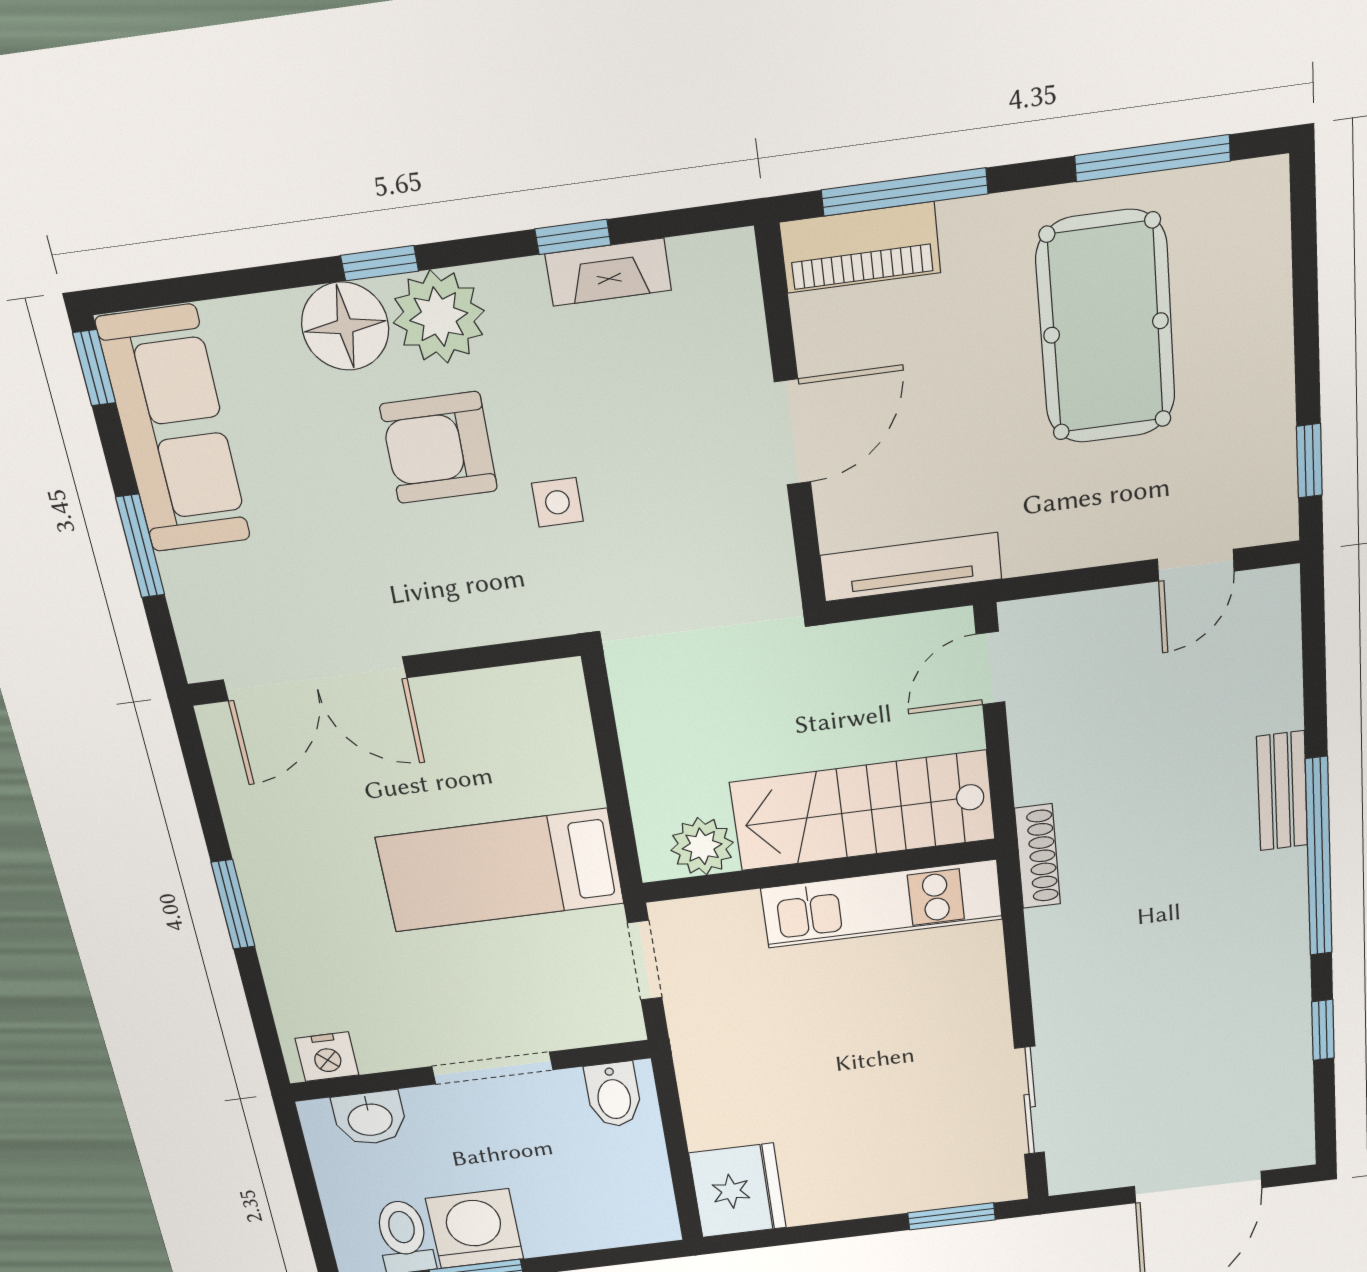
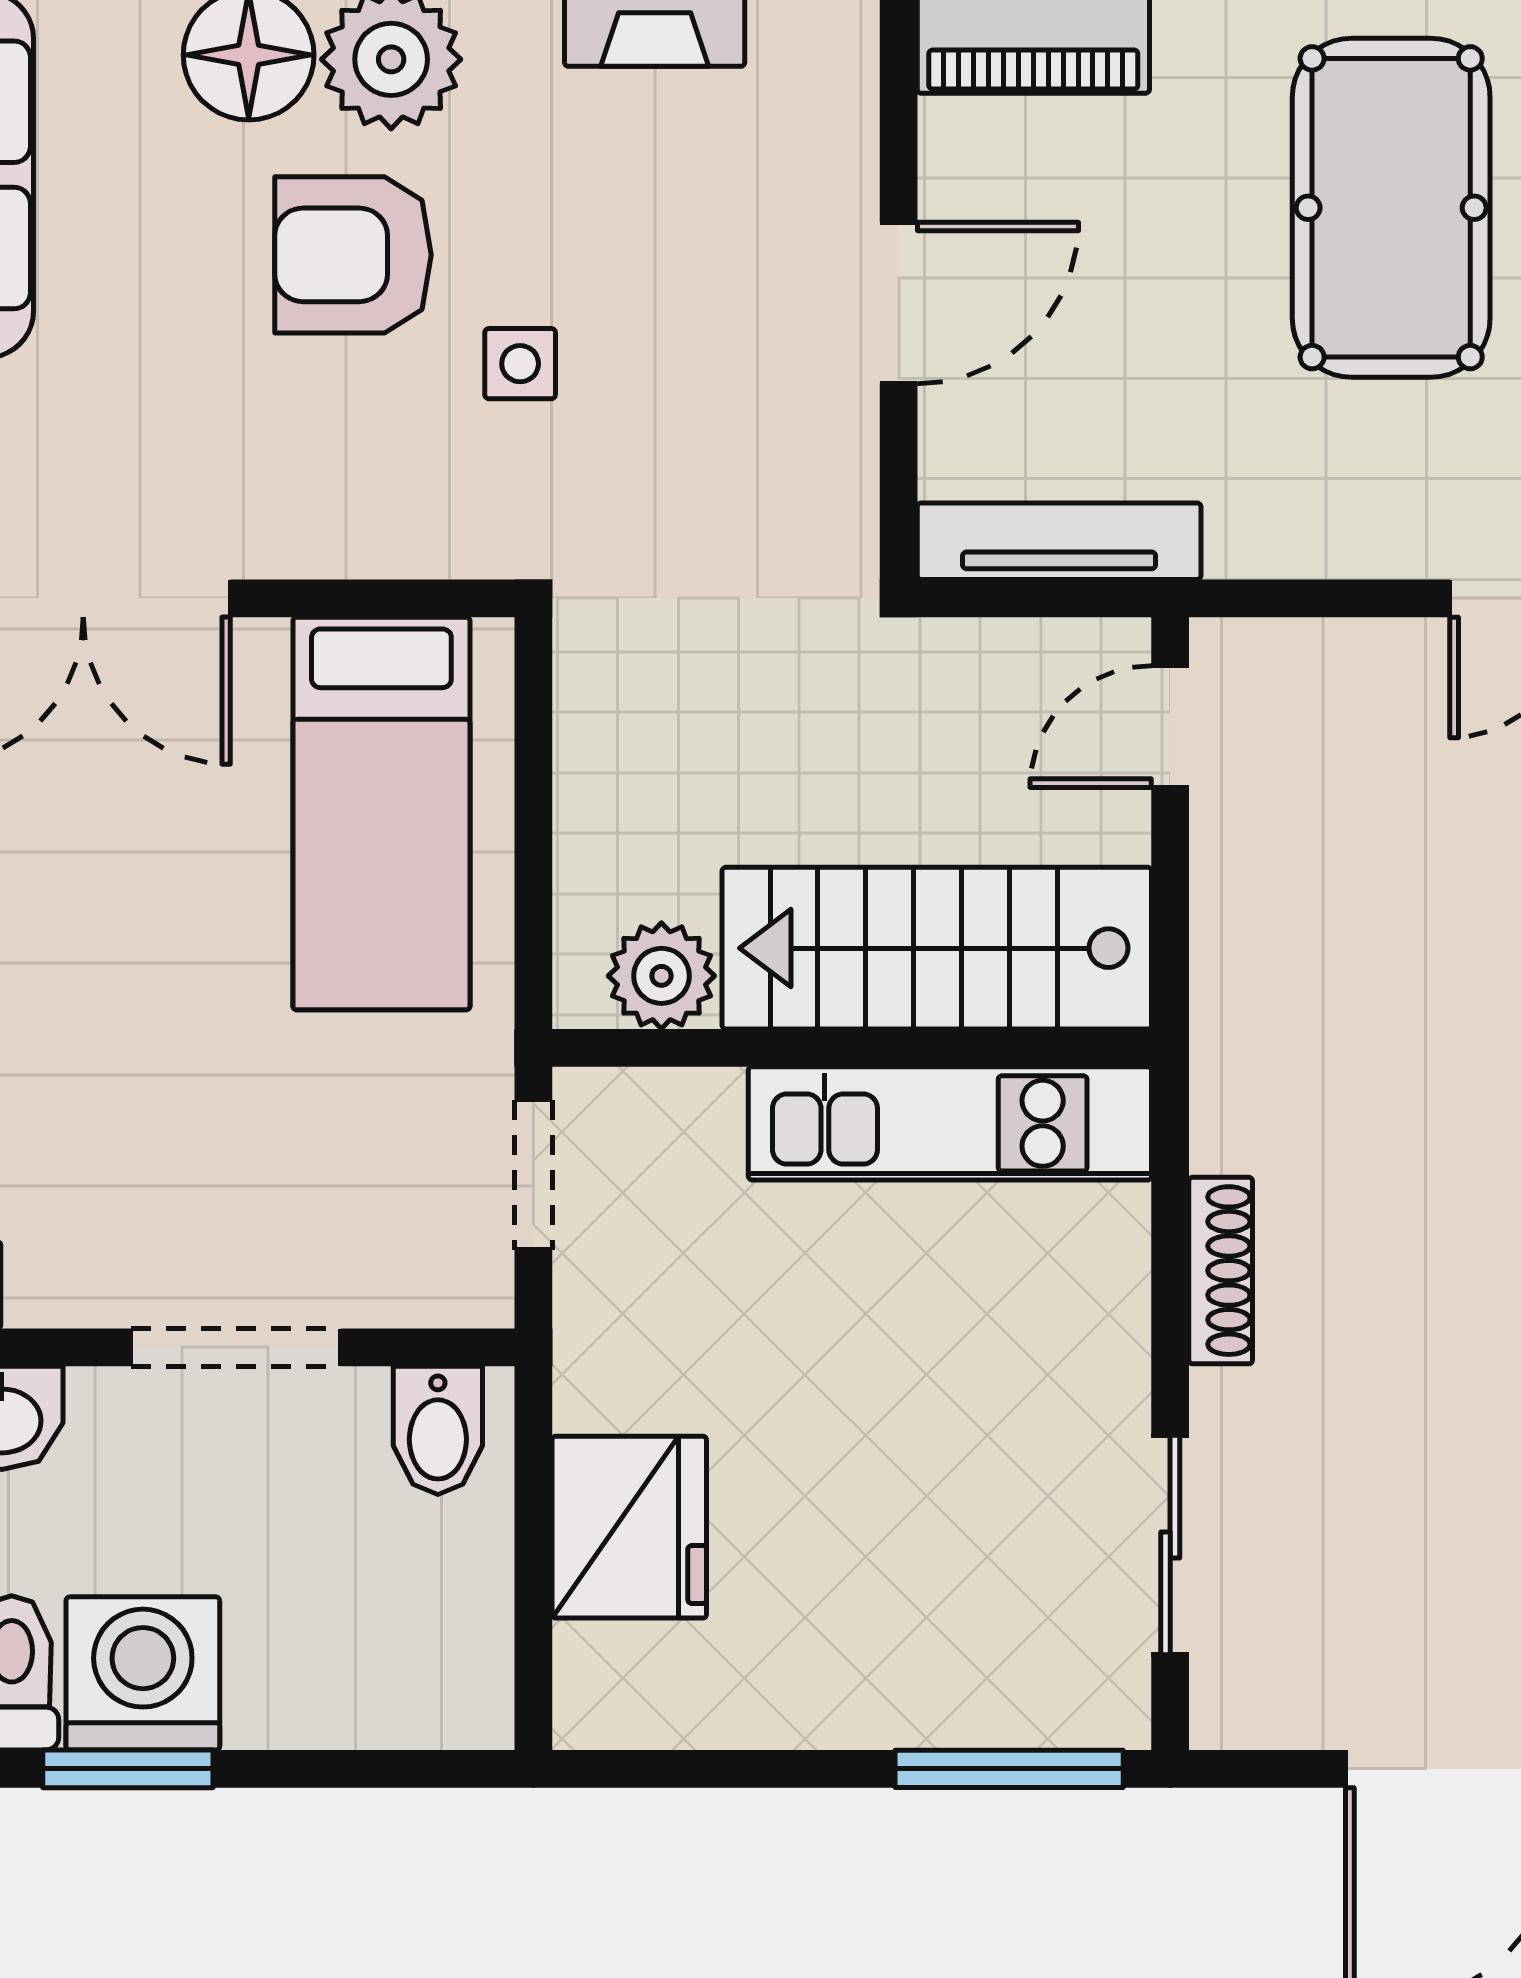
shoe rack: (1038, 856) -> (1221, 1271), moved
bed: (500, 871) -> (381, 814), moved, turned -90
fridge: (738, 1190) -> (629, 1527), moved
window: (952, 1216) -> (1009, 1769), width x1.44

